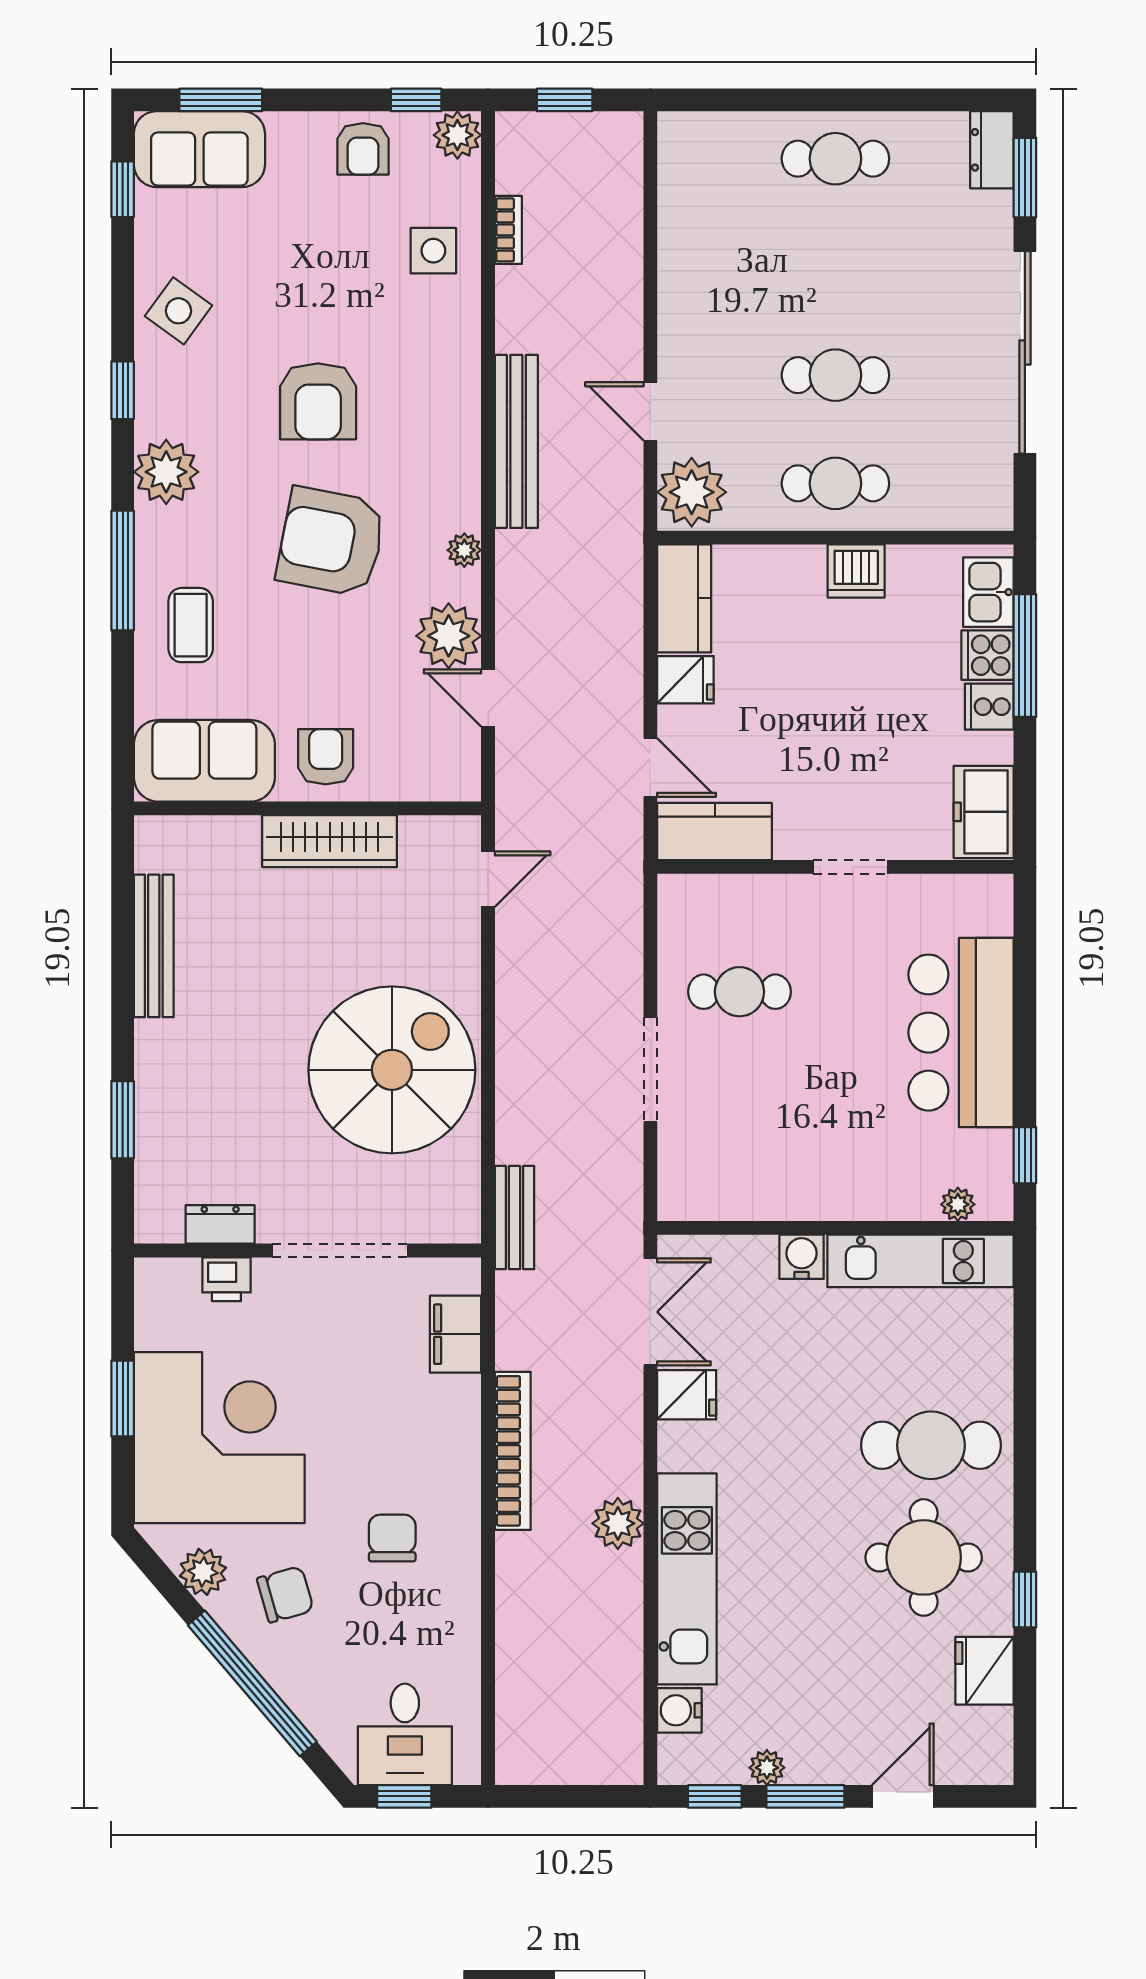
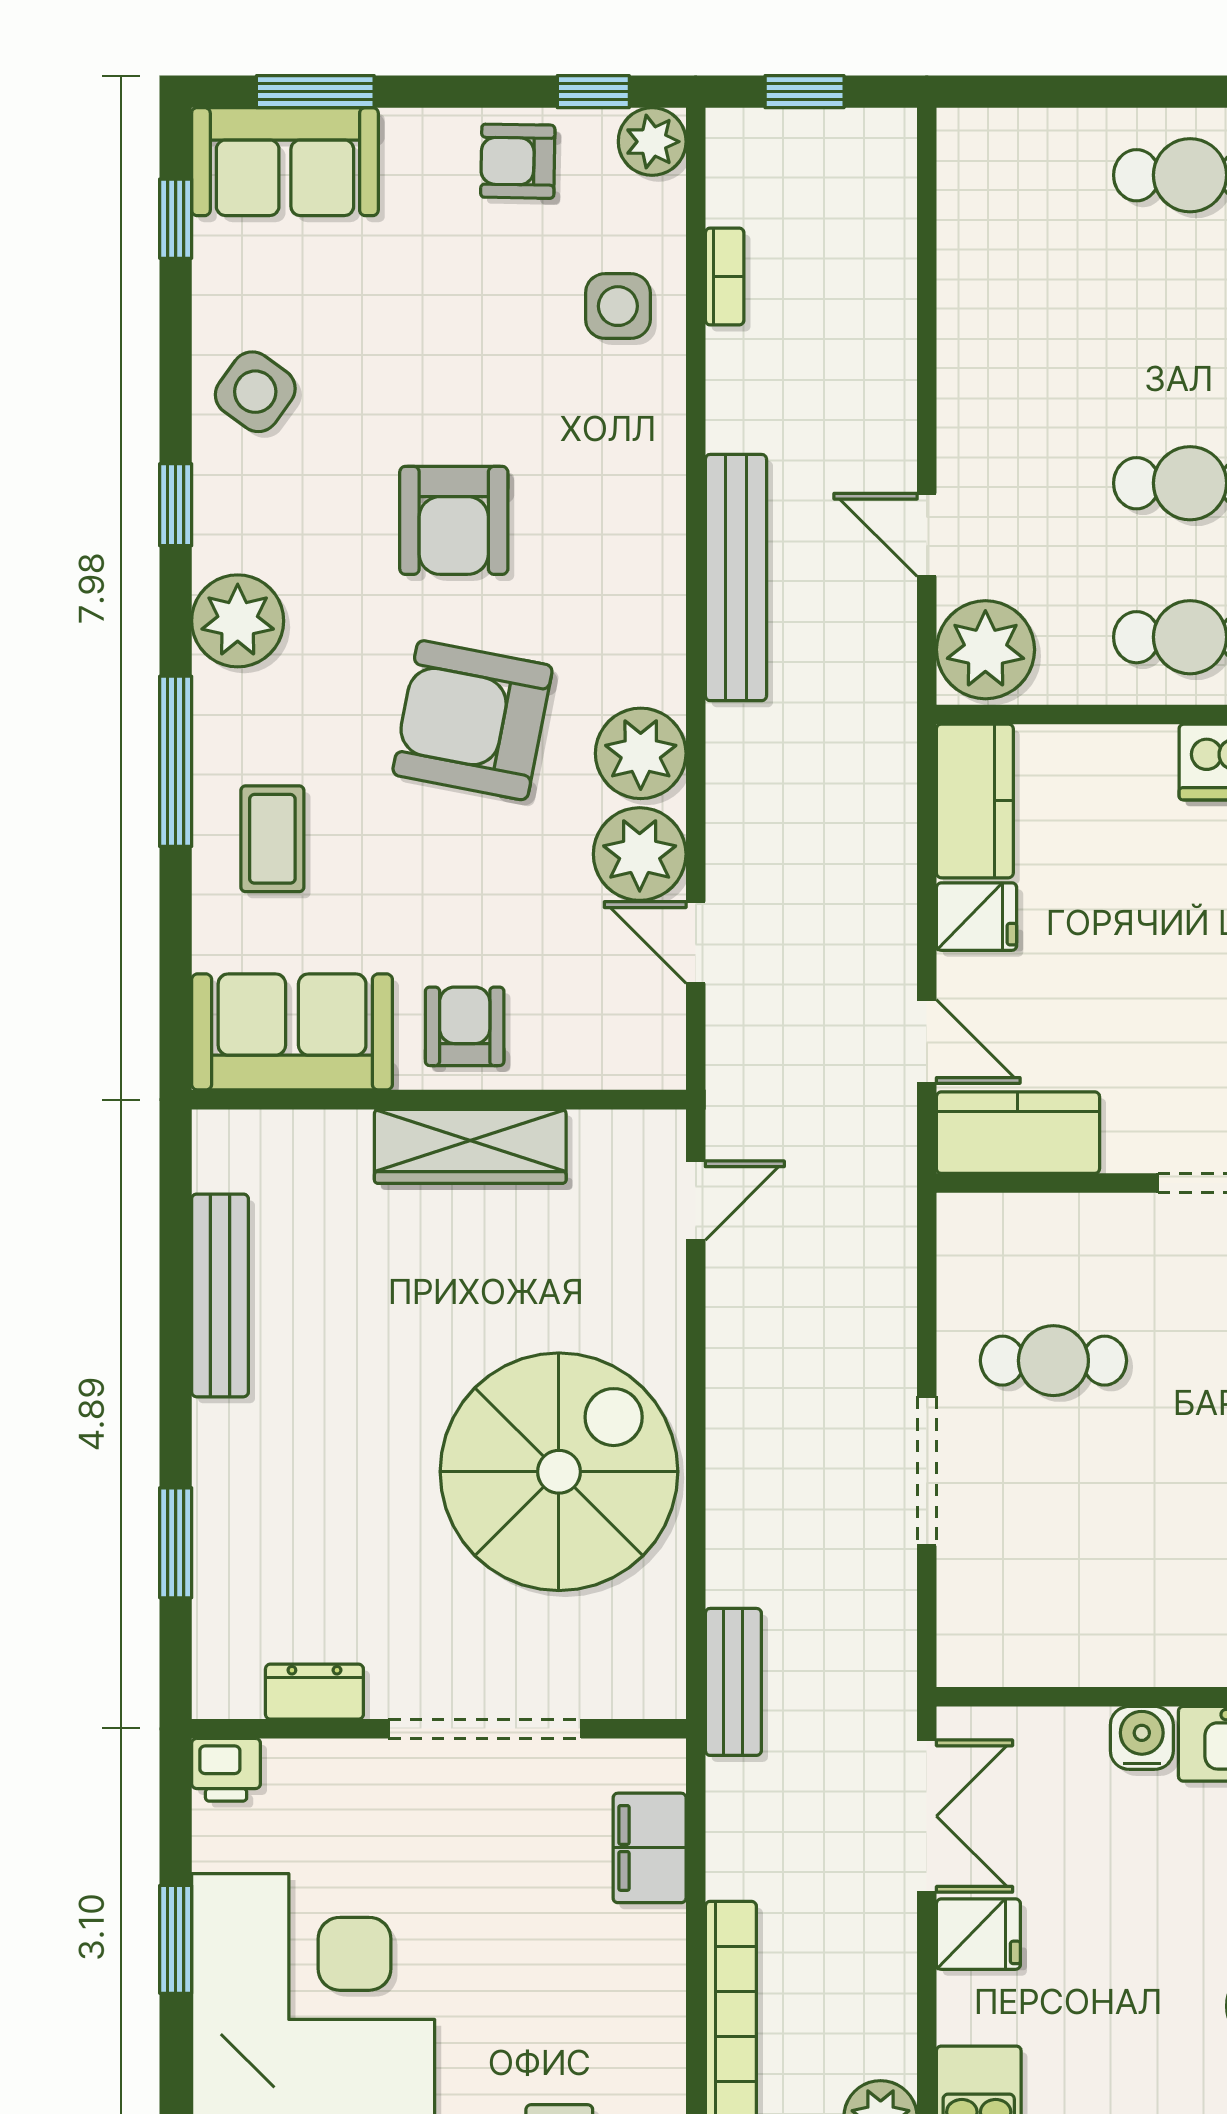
armchair: (363, 149) -> (518, 161), turned 91
plant: (464, 550) -> (641, 753), width x1.88, depth x1.88
printer: (226, 1279) -> (226, 1770), moved

